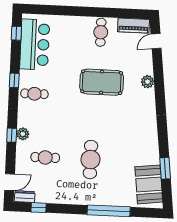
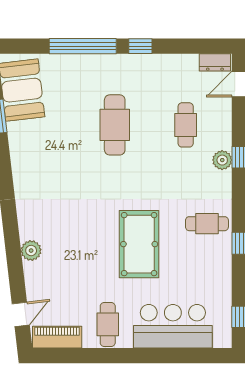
bar counter: (35, 44) -> (173, 326), moved, turned 90
pool table: (102, 82) -> (139, 244), moved, turned 90
cafe table: (45, 157) -> (186, 125), turned 90
window: (39, 208) -> (140, 46), moved

